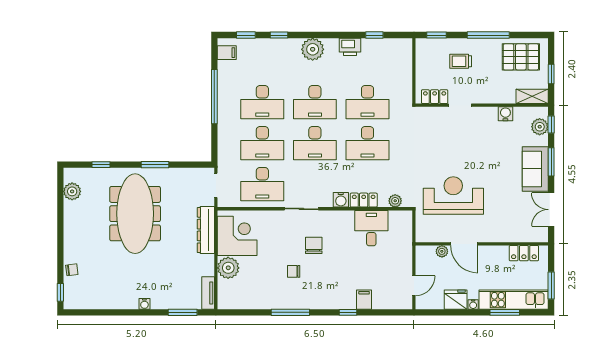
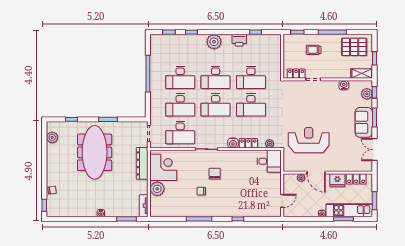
filing cabinet: (227, 53) -> (156, 44), removed
desk: (371, 228) -> (269, 161), moved, turned 90
filing cabinet: (364, 300) -> (249, 210), removed
fridge: (456, 300) -> (337, 180), moved, turned 180

